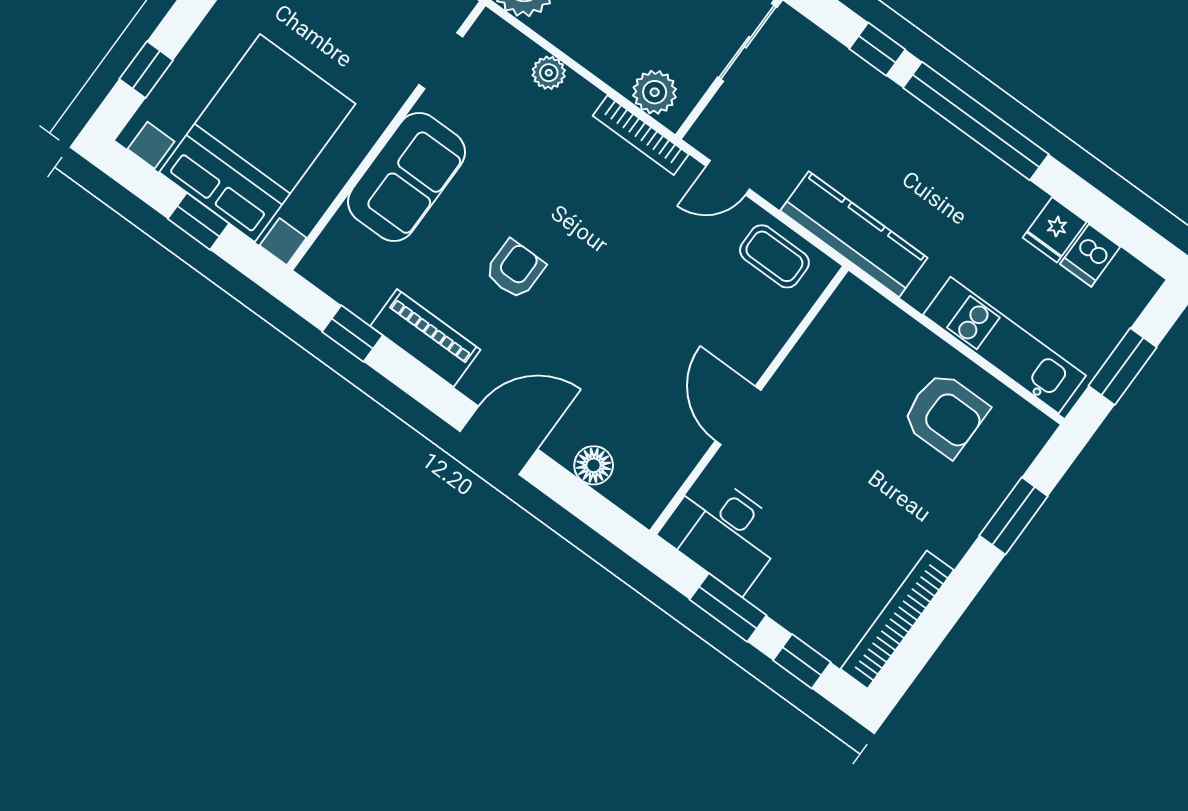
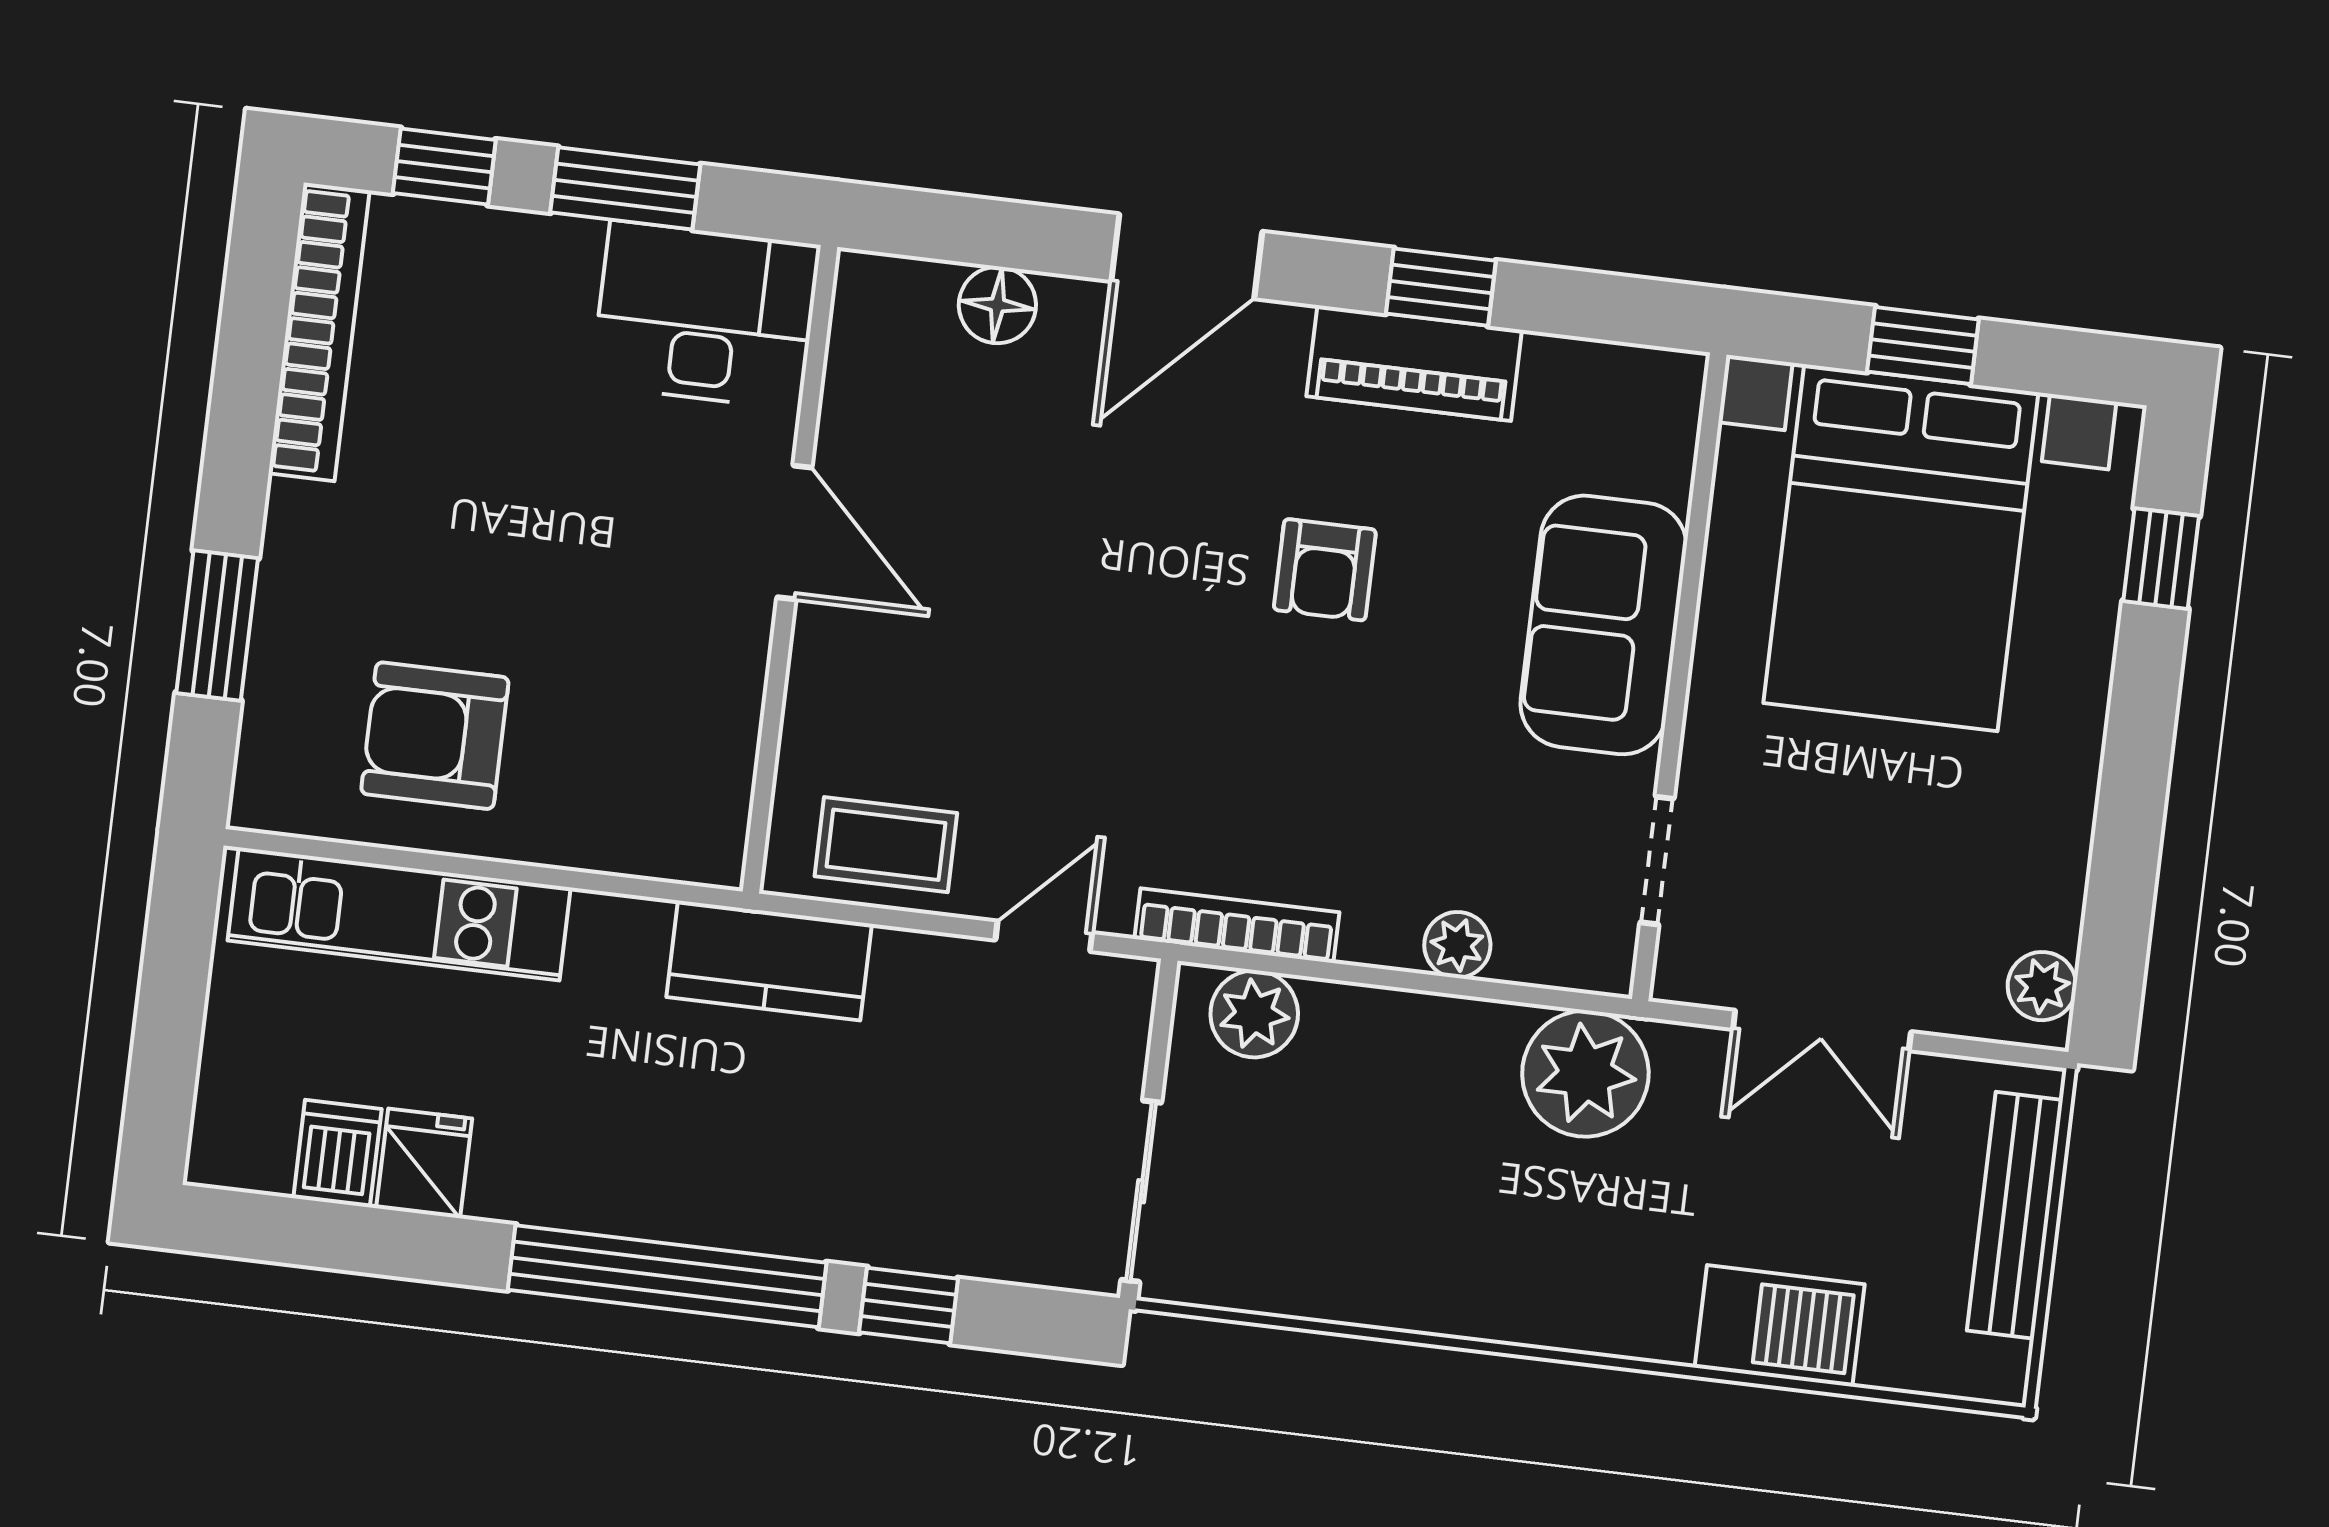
kitchen counter: (854, 234) -> (769, 960), width x0.67
window: (352, 334) -> (1441, 287), moved
window: (1123, 366) -> (173, 992), removed

